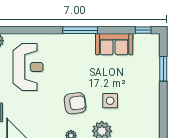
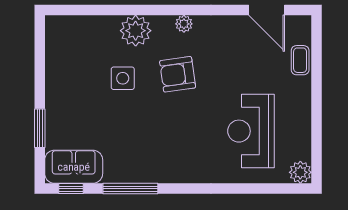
window: (80, 30) -> (130, 189), moved
sofa: (114, 44) -> (74, 167), moved

